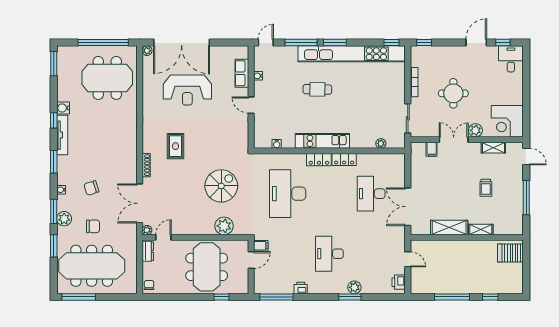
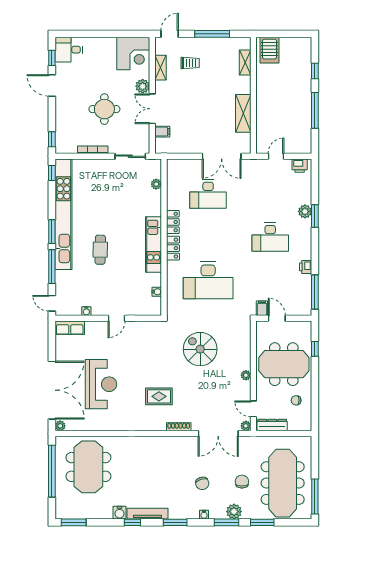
row of seats: (242, 73) -> (70, 328), moved
trolley: (486, 188) -> (190, 63), moved
plant: (224, 226) -> (246, 375), moved, width x0.53, depth x0.53
shelving: (481, 229) -> (245, 62), moved
dresser: (148, 251) -> (272, 425), width x1.44
chair: (149, 285) -> (296, 400), moved

